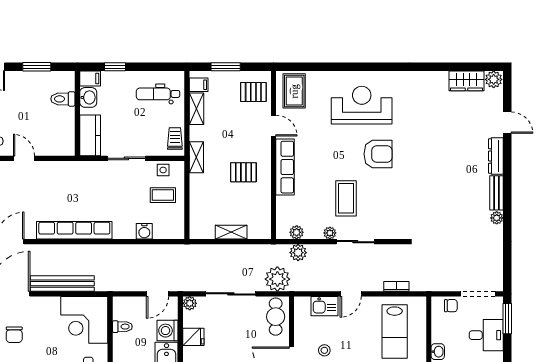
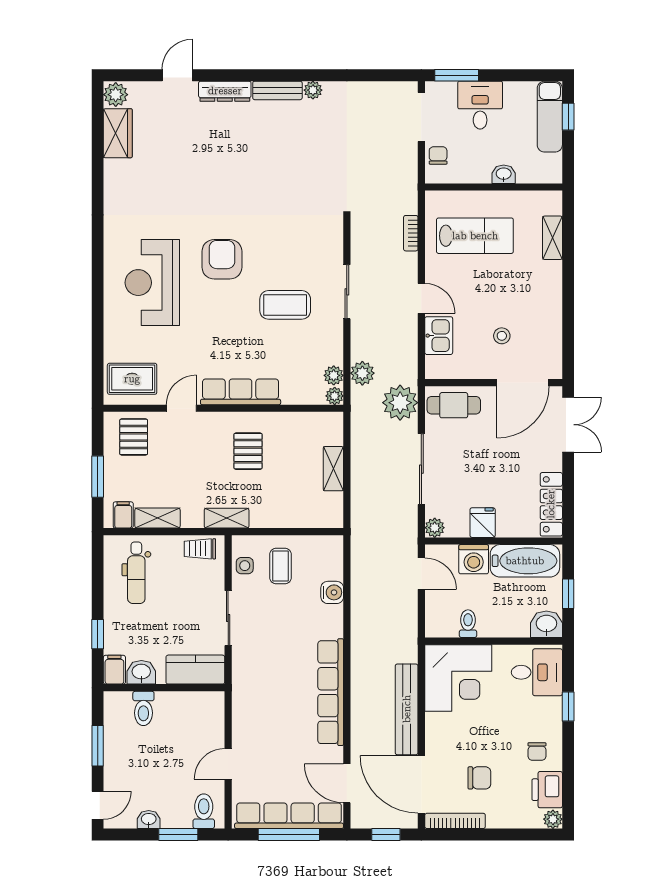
plant: (330, 233) -> (335, 396), moved

